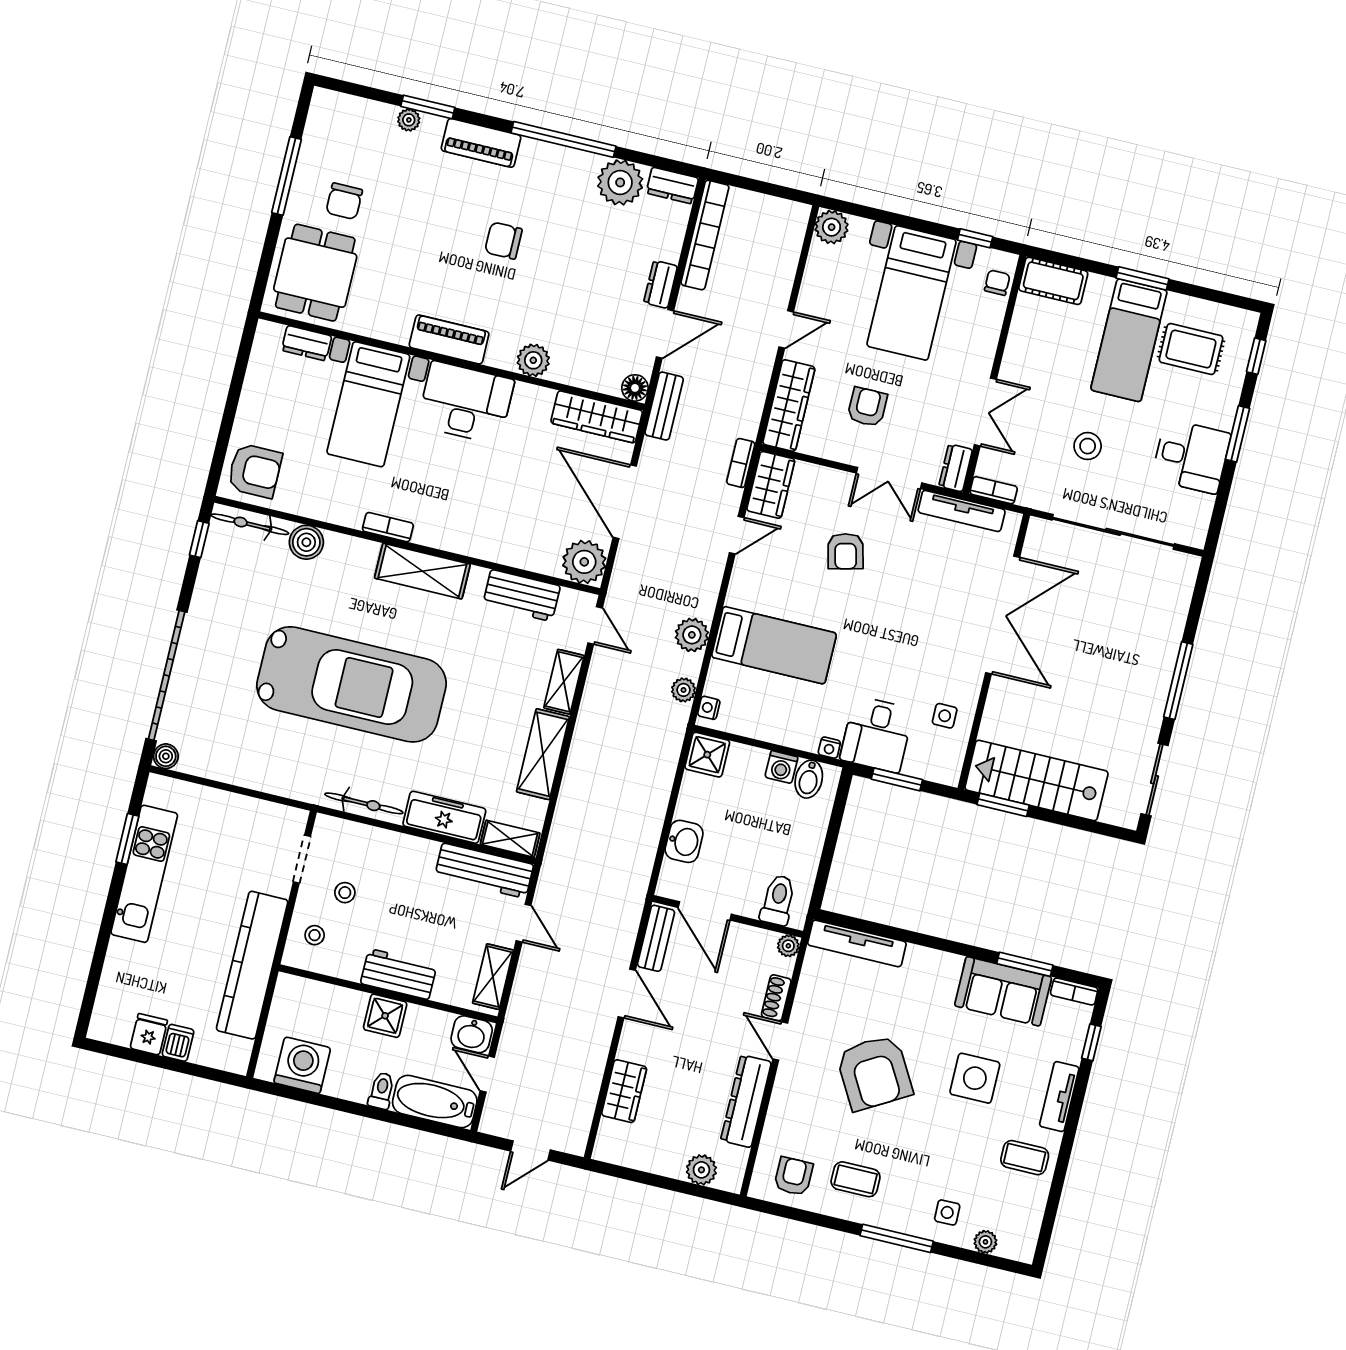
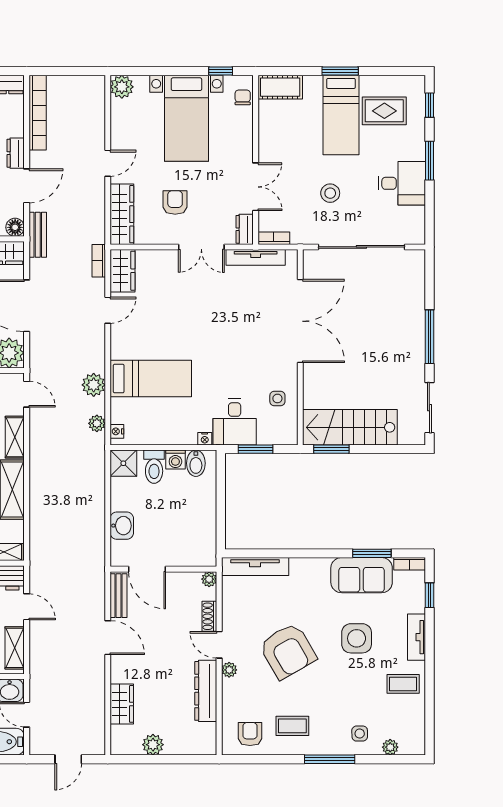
armchair: (846, 551) -> (184, 303), removed
toilet: (778, 900) -> (154, 467), moved, turned 180
plant: (786, 1079) -> (229, 670), added
plant: (701, 1170) -> (153, 745), moved

